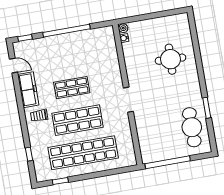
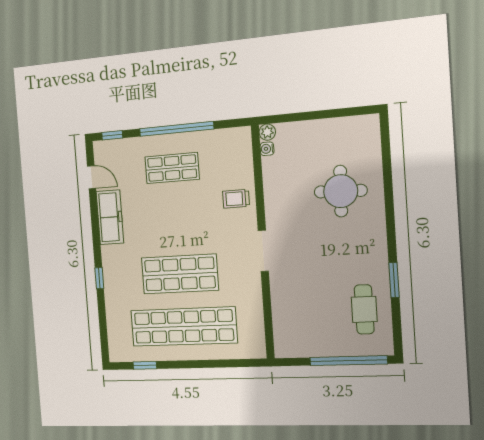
shop shelf: (72, 88) -> (172, 168), moved
trolley: (39, 115) -> (236, 199), moved
cafe table: (192, 127) -> (364, 309), width x0.73, depth x0.74
window: (29, 154) -> (99, 278), moved
window: (168, 162) -> (348, 361), moved

